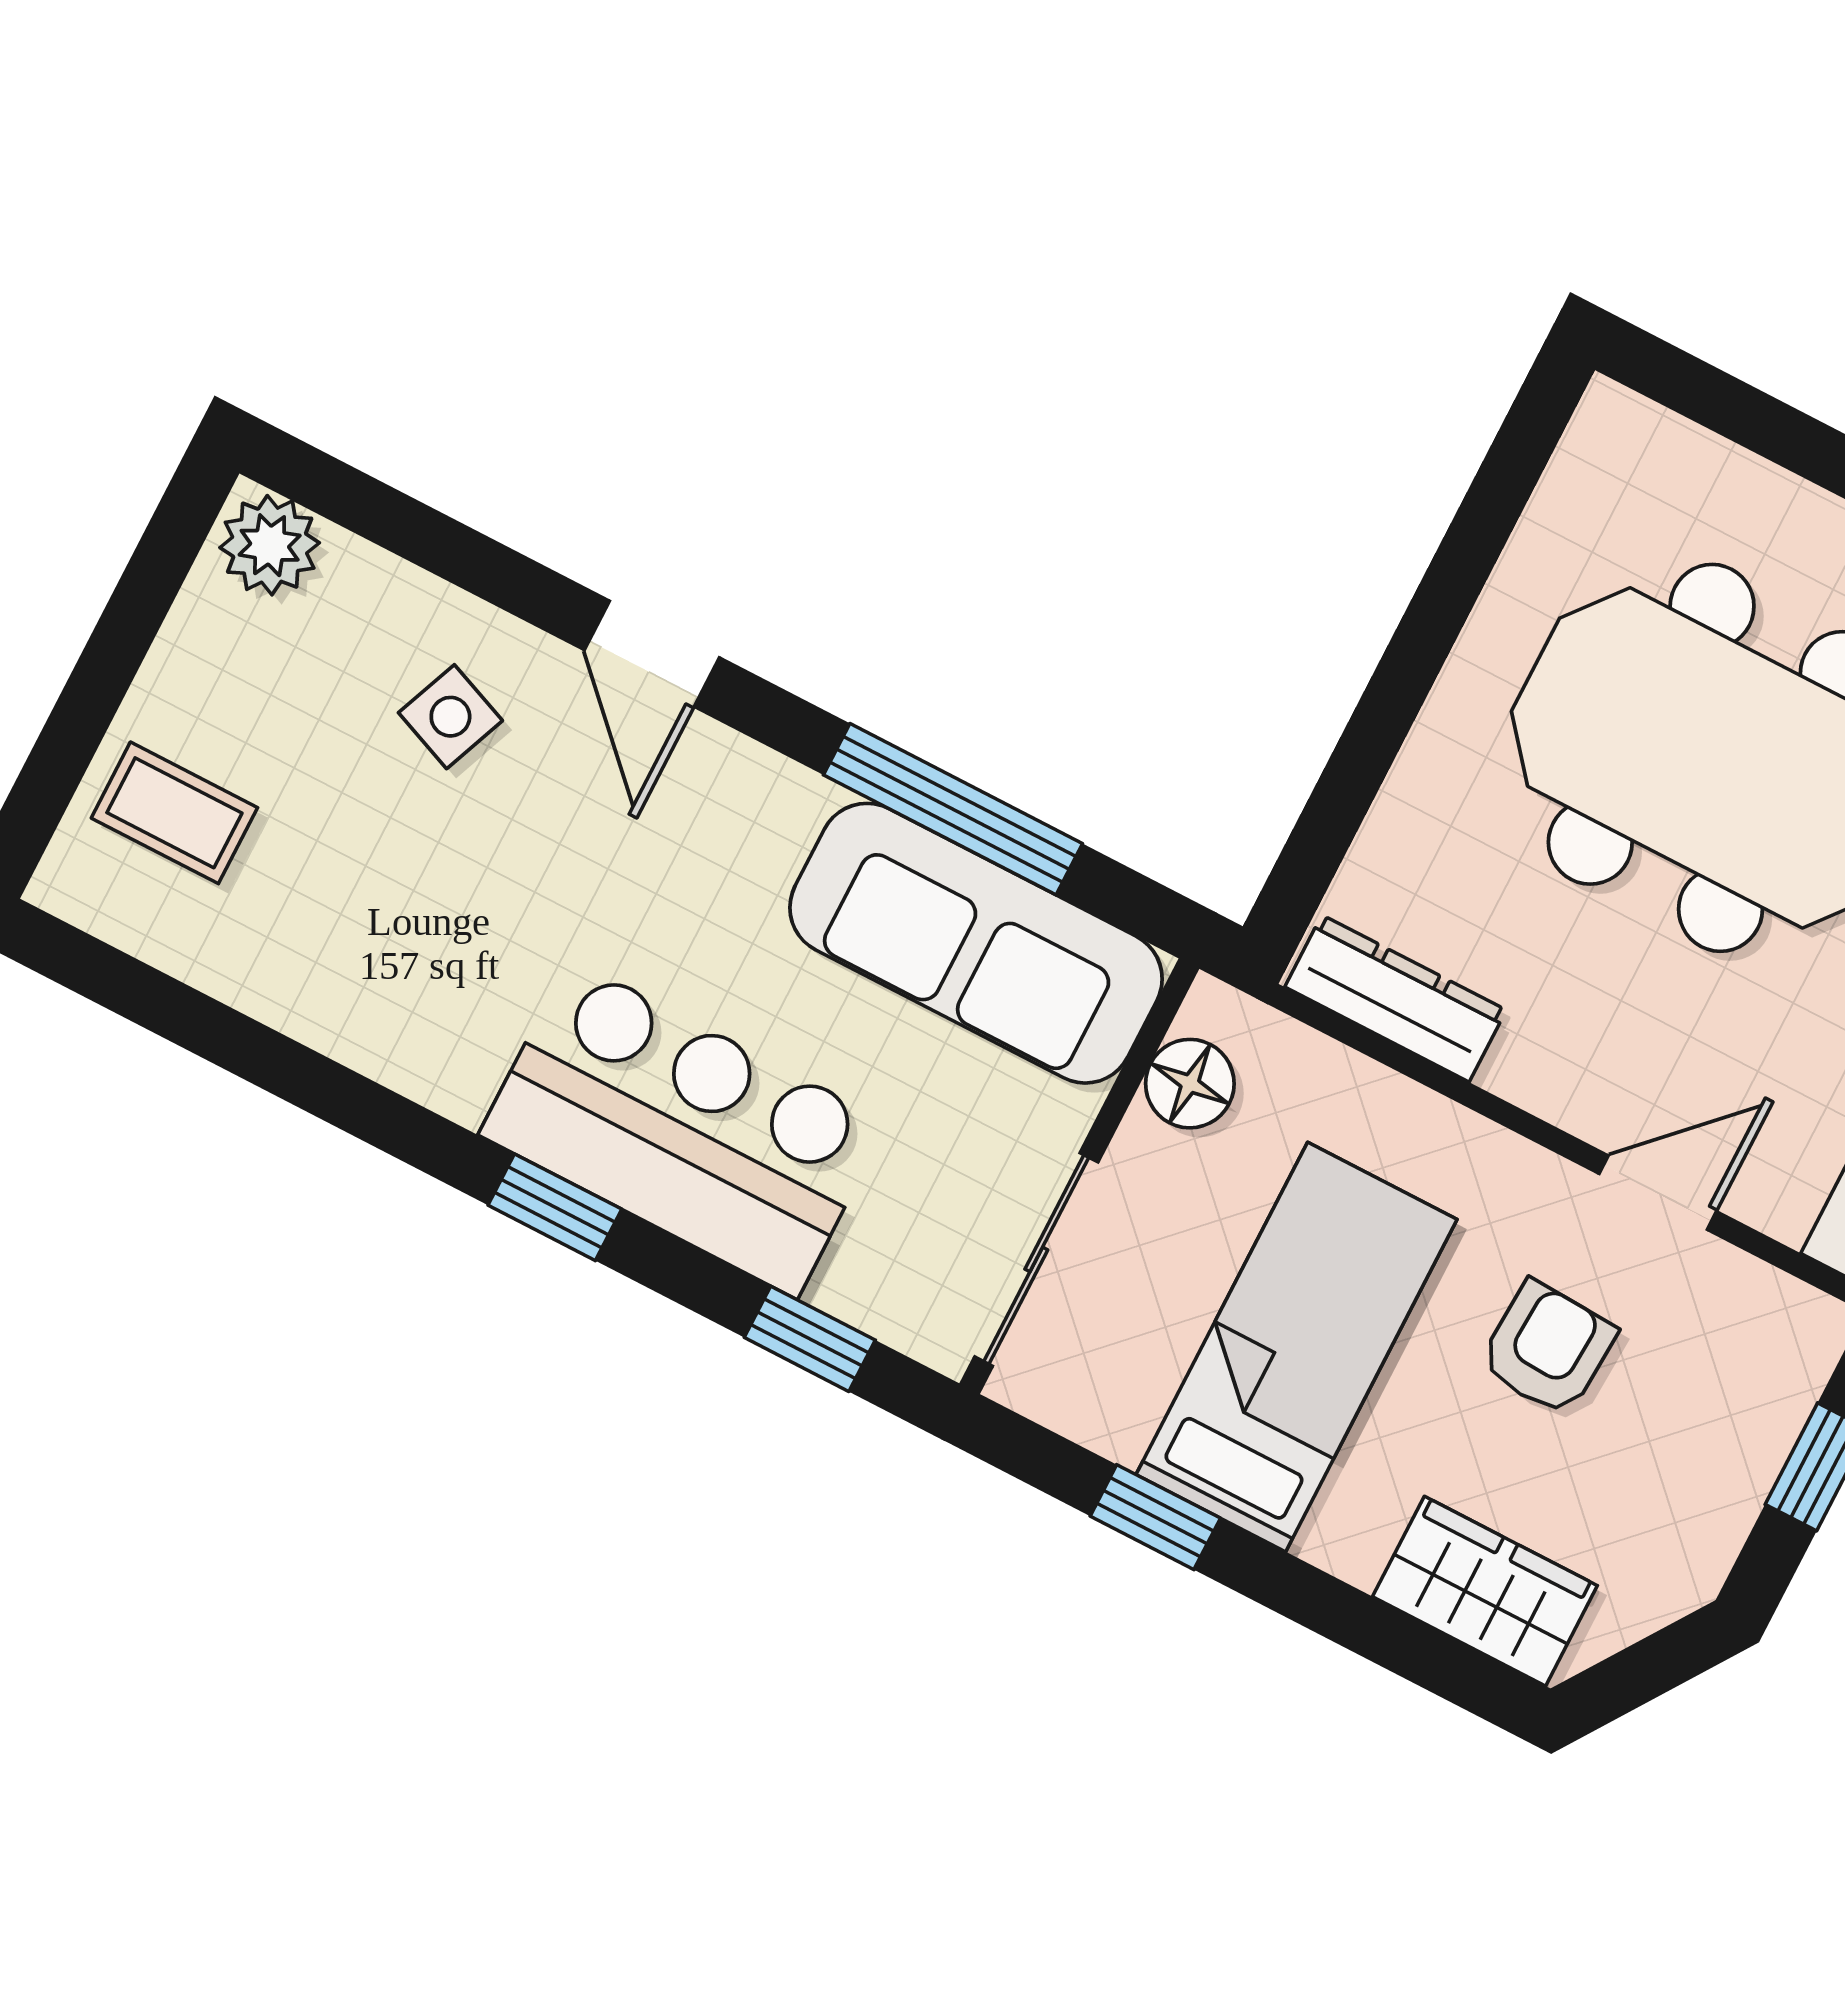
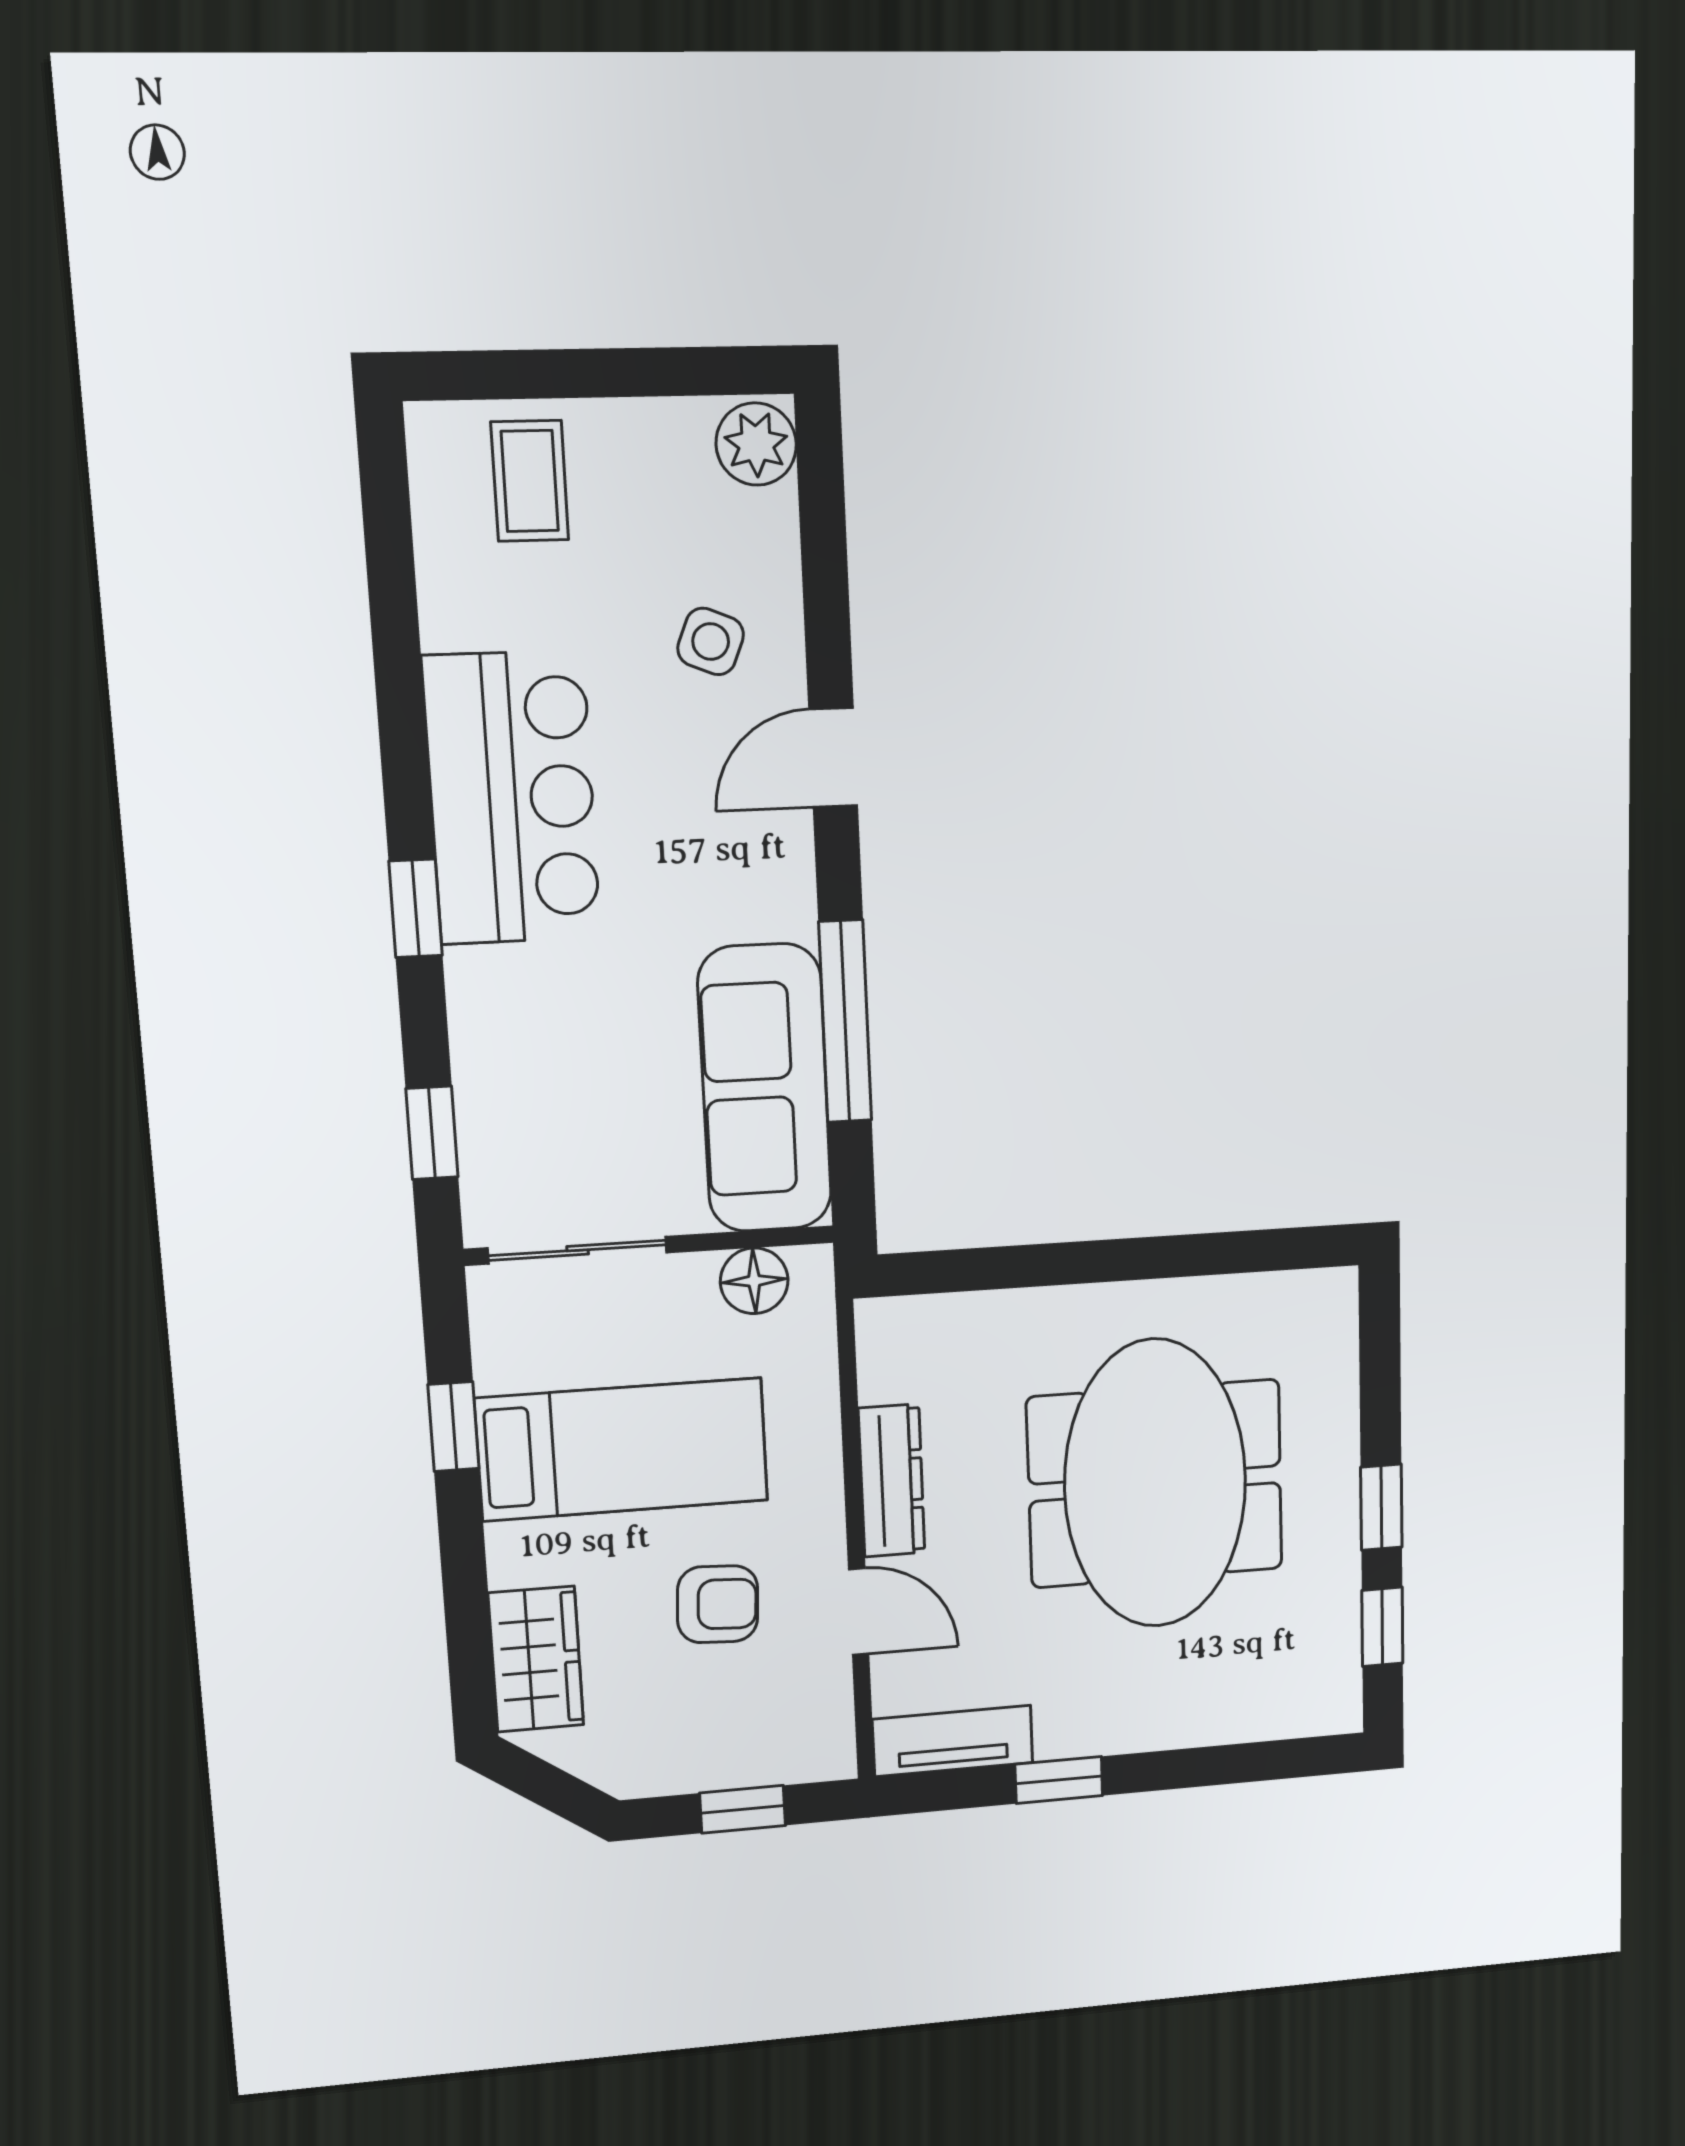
dresser: (1396, 998) -> (892, 1481), moved
bar counter: (683, 1129) -> (512, 798), moved

